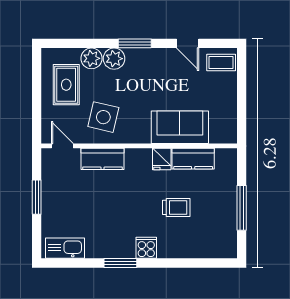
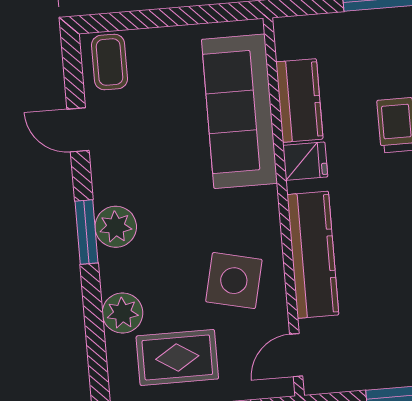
door: (188, 43) -> (78, 130), swing flipped
plant: (114, 59) -> (116, 227), moved
sofa: (180, 127) -> (239, 111), width x1.36
kitchen counter: (102, 159) -> (313, 255), width x1.50

